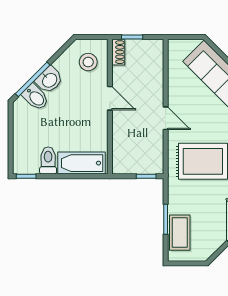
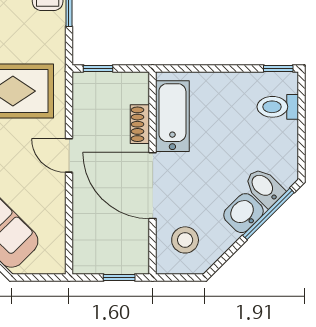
shoe rack: (118, 52) -> (140, 124), moved
door: (110, 98) -> (153, 186), width x1.88
toilet: (48, 160) -> (278, 107), moved, turned 90
bathtub: (81, 163) -> (172, 116), moved, turned -90

